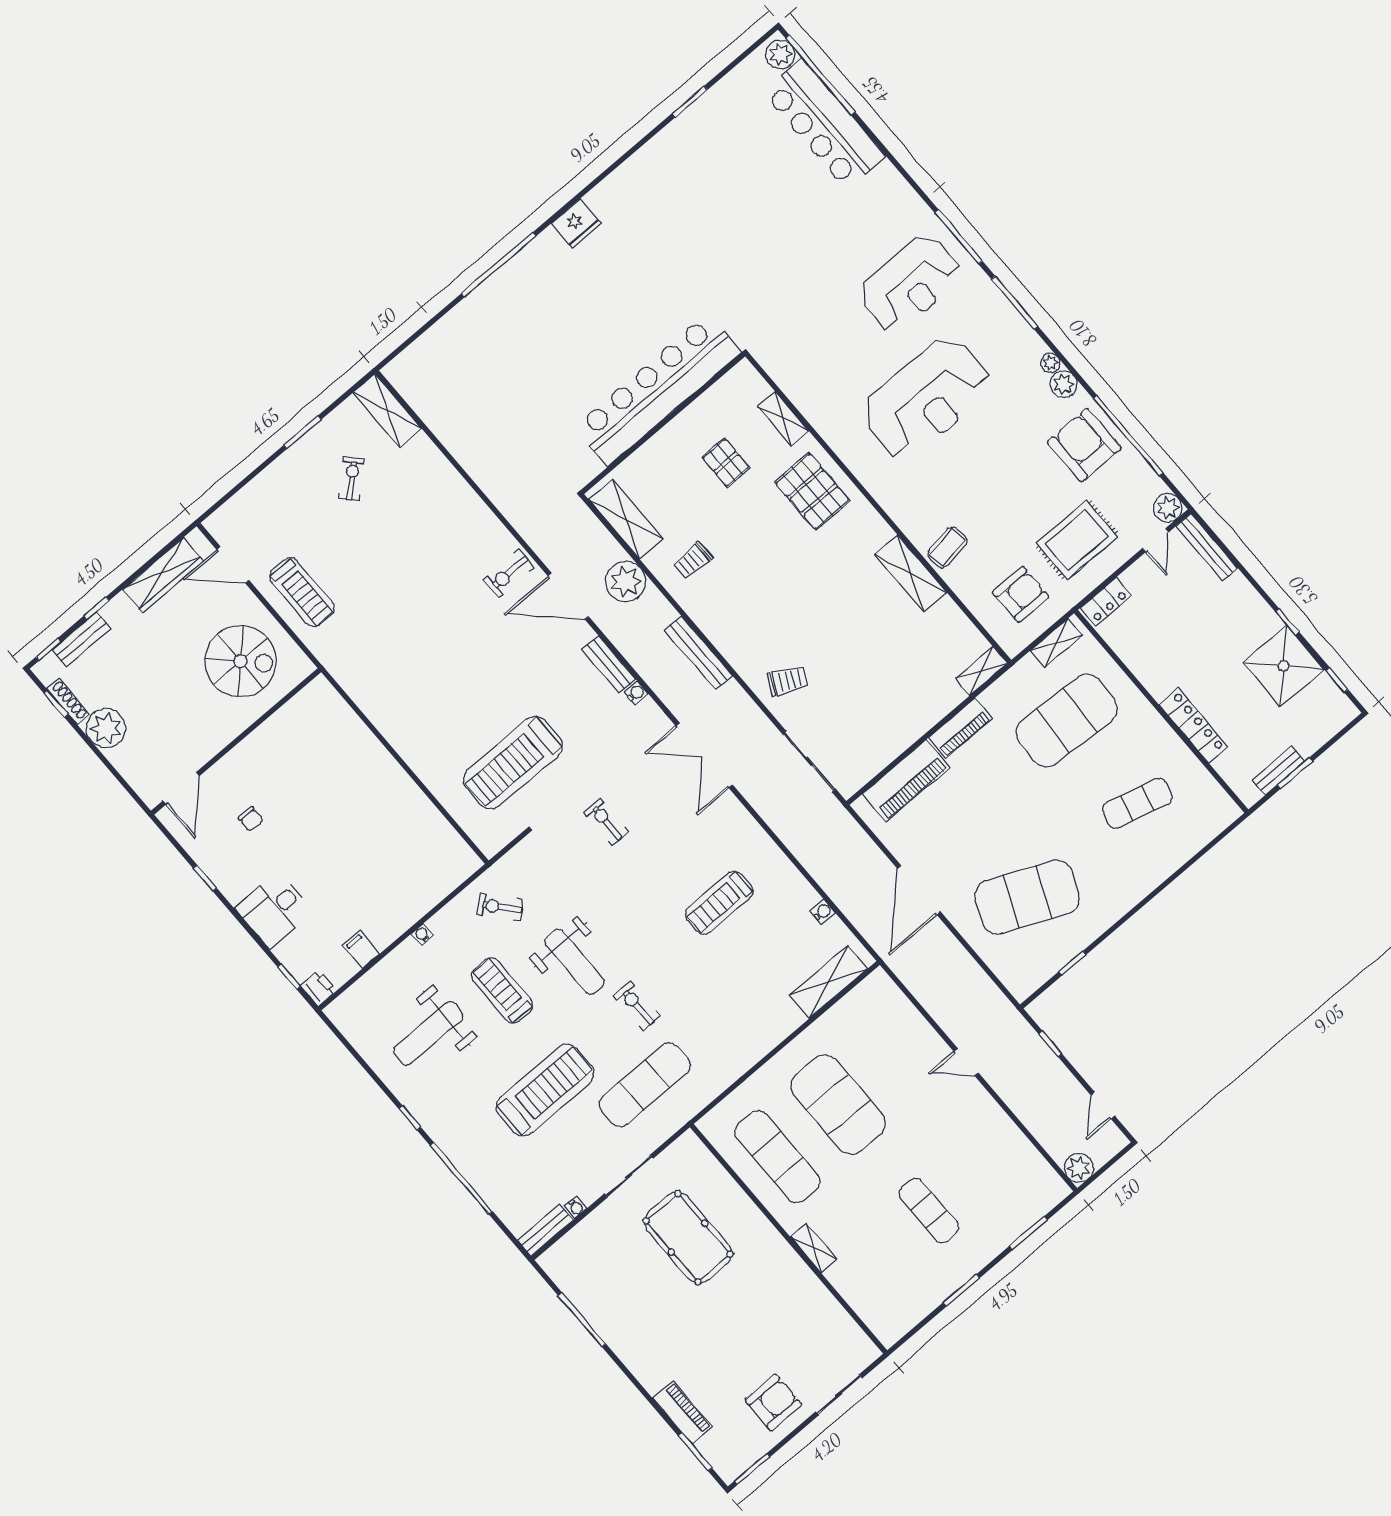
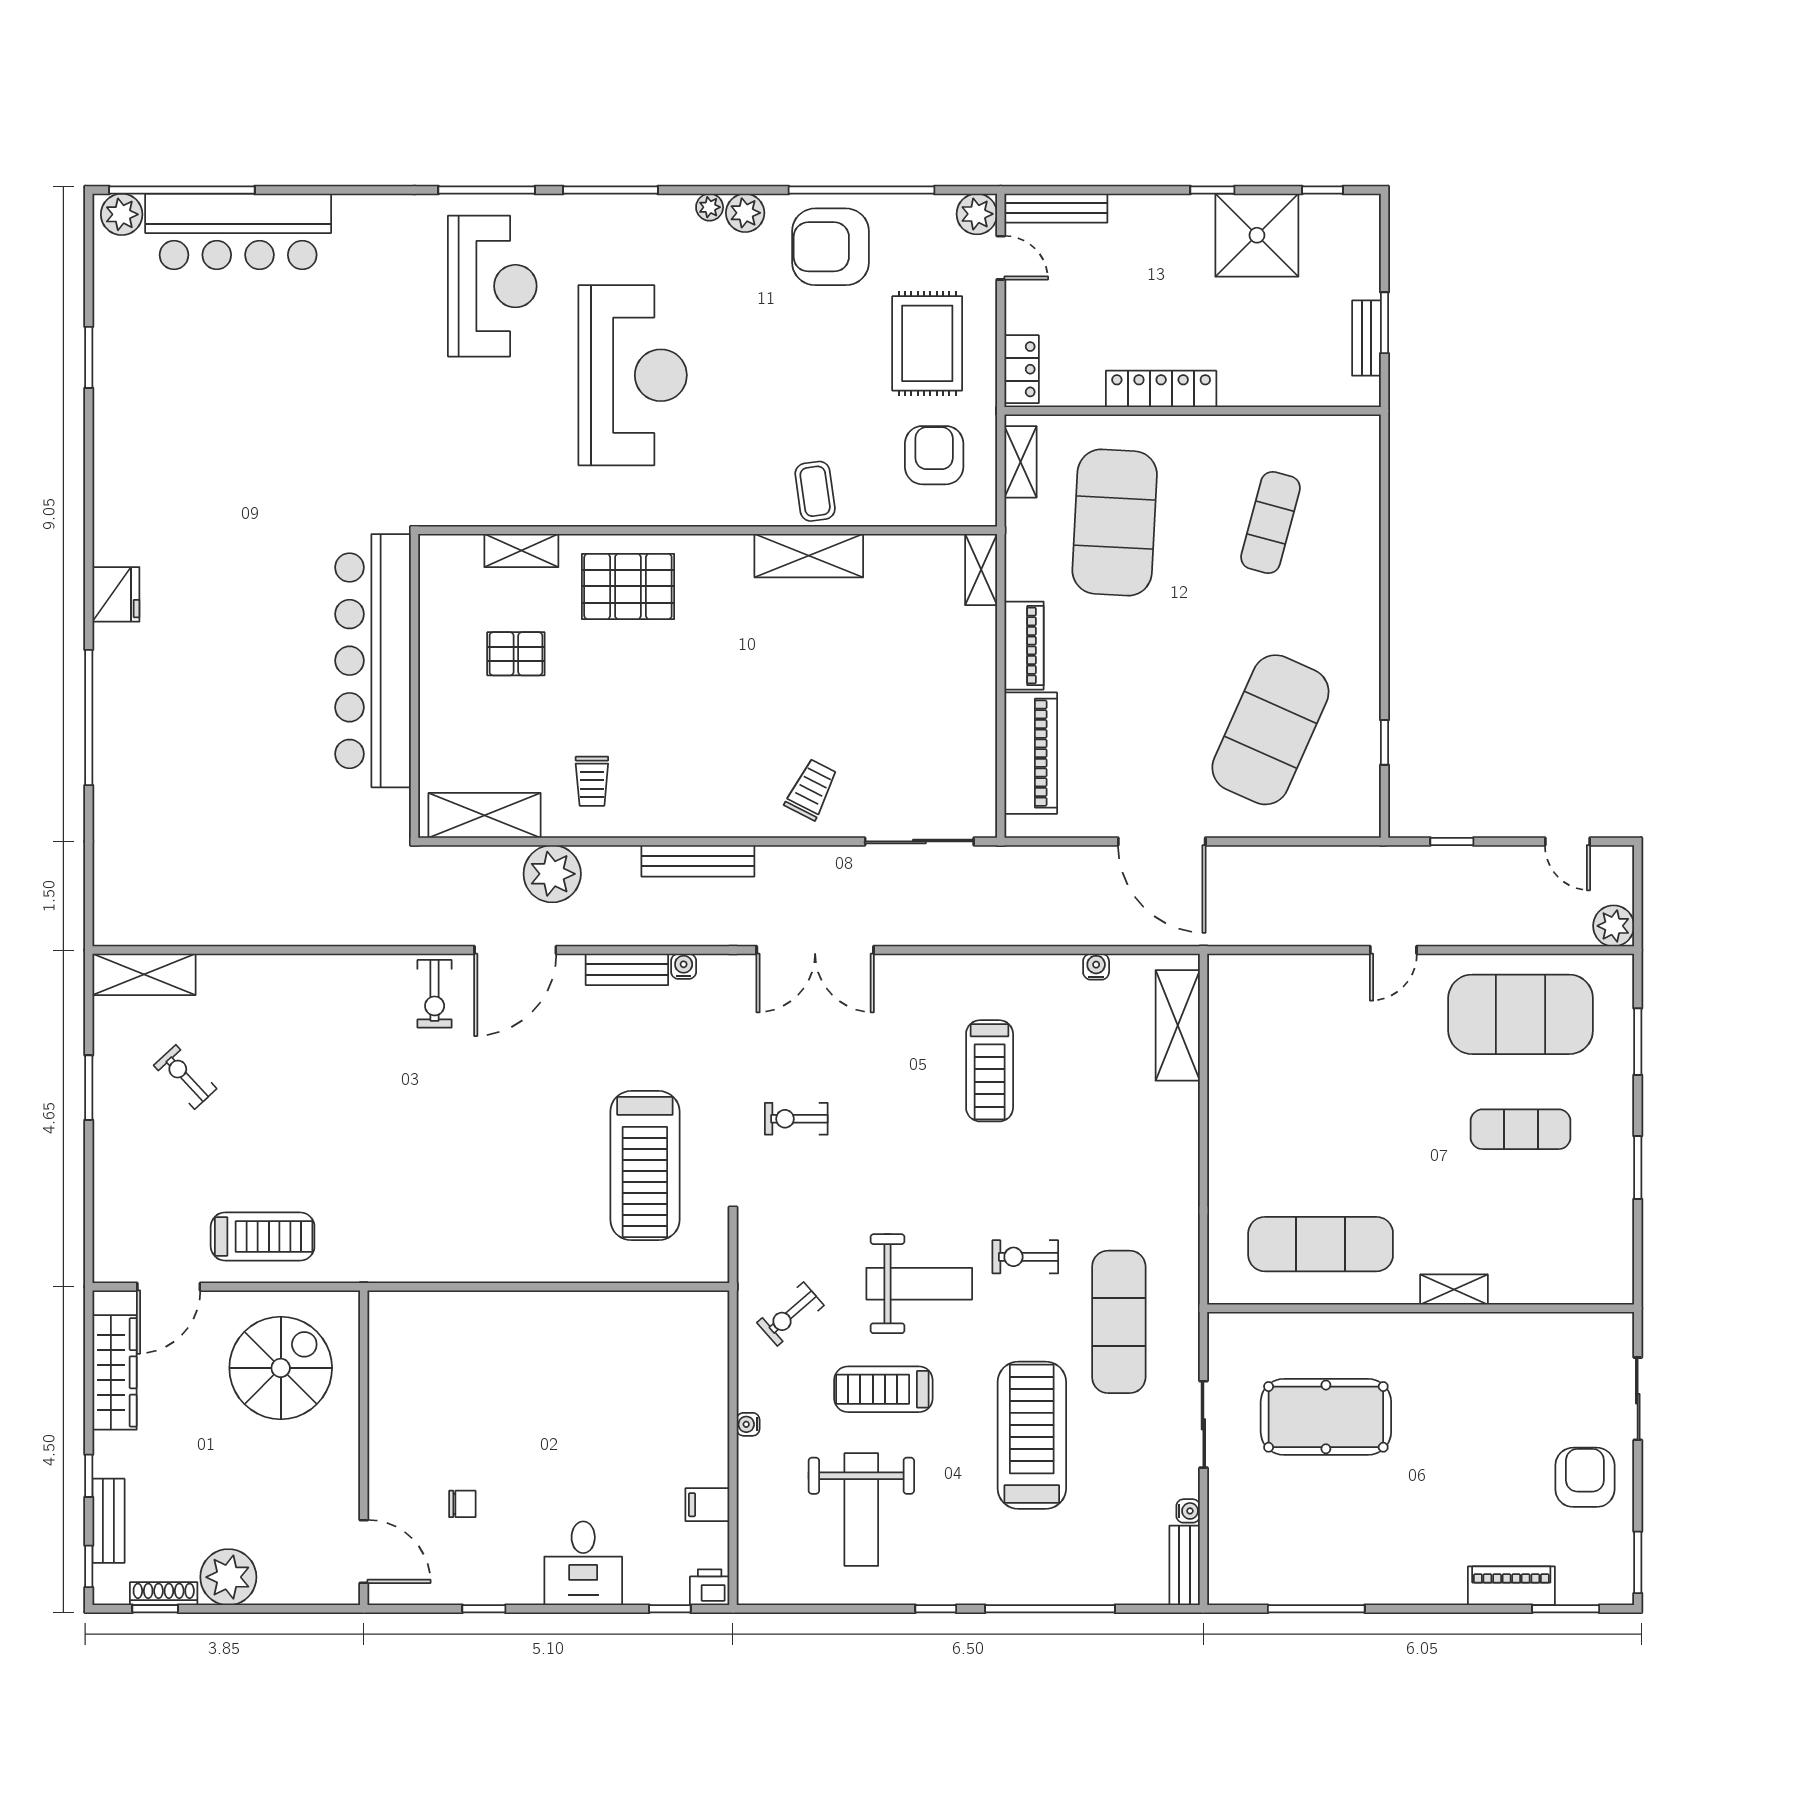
locker: (1193, 725) -> (1161, 389), moved
exercise mat: (838, 1105) -> (1521, 1014), moved

